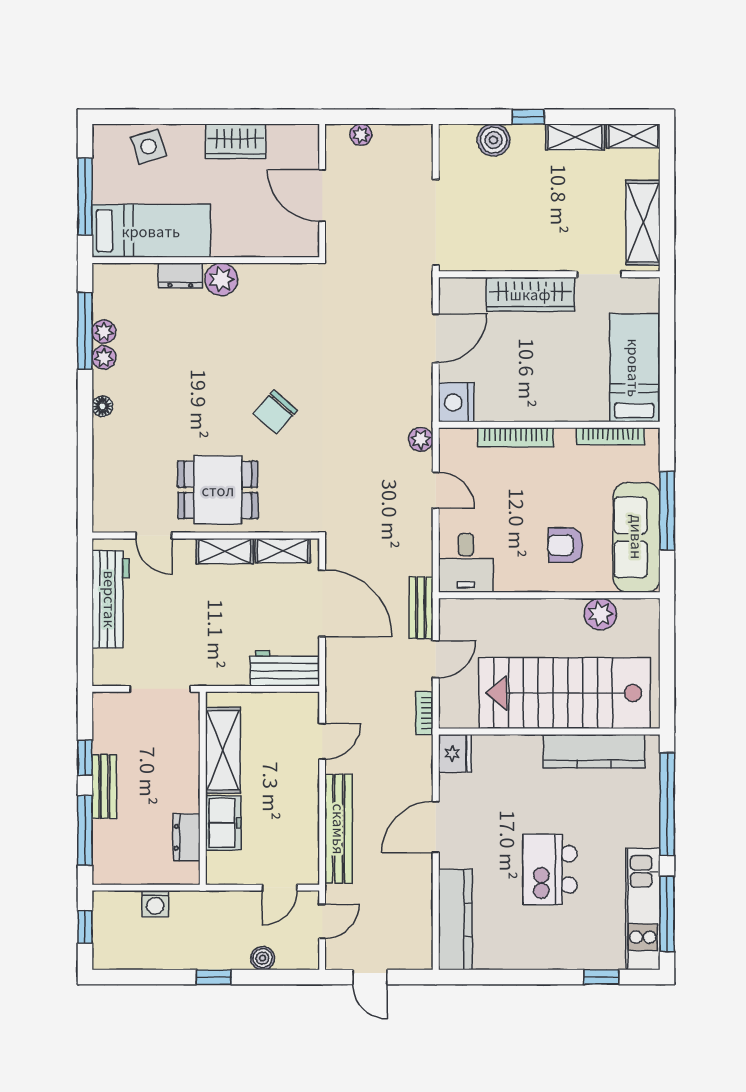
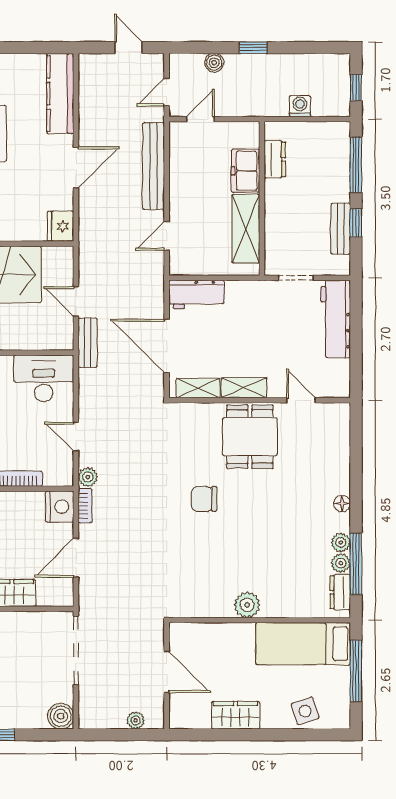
boiler: (494, 140) -> (61, 716), moved
dresser: (180, 276) -> (340, 592), moved, turned -90
chair: (275, 412) -> (204, 499), turned -131
dining table: (218, 490) -> (250, 437), turned 90
desk: (466, 563) -> (44, 378), width x1.37
workbench: (110, 599) -> (336, 319), moved
door: (436, 659) -> (76, 301), hinge flipped
doorway: (160, 689) -> (296, 278), width x0.73
bookcase: (424, 713) -> (85, 506), moved
bench: (104, 787) -> (341, 229), moved

